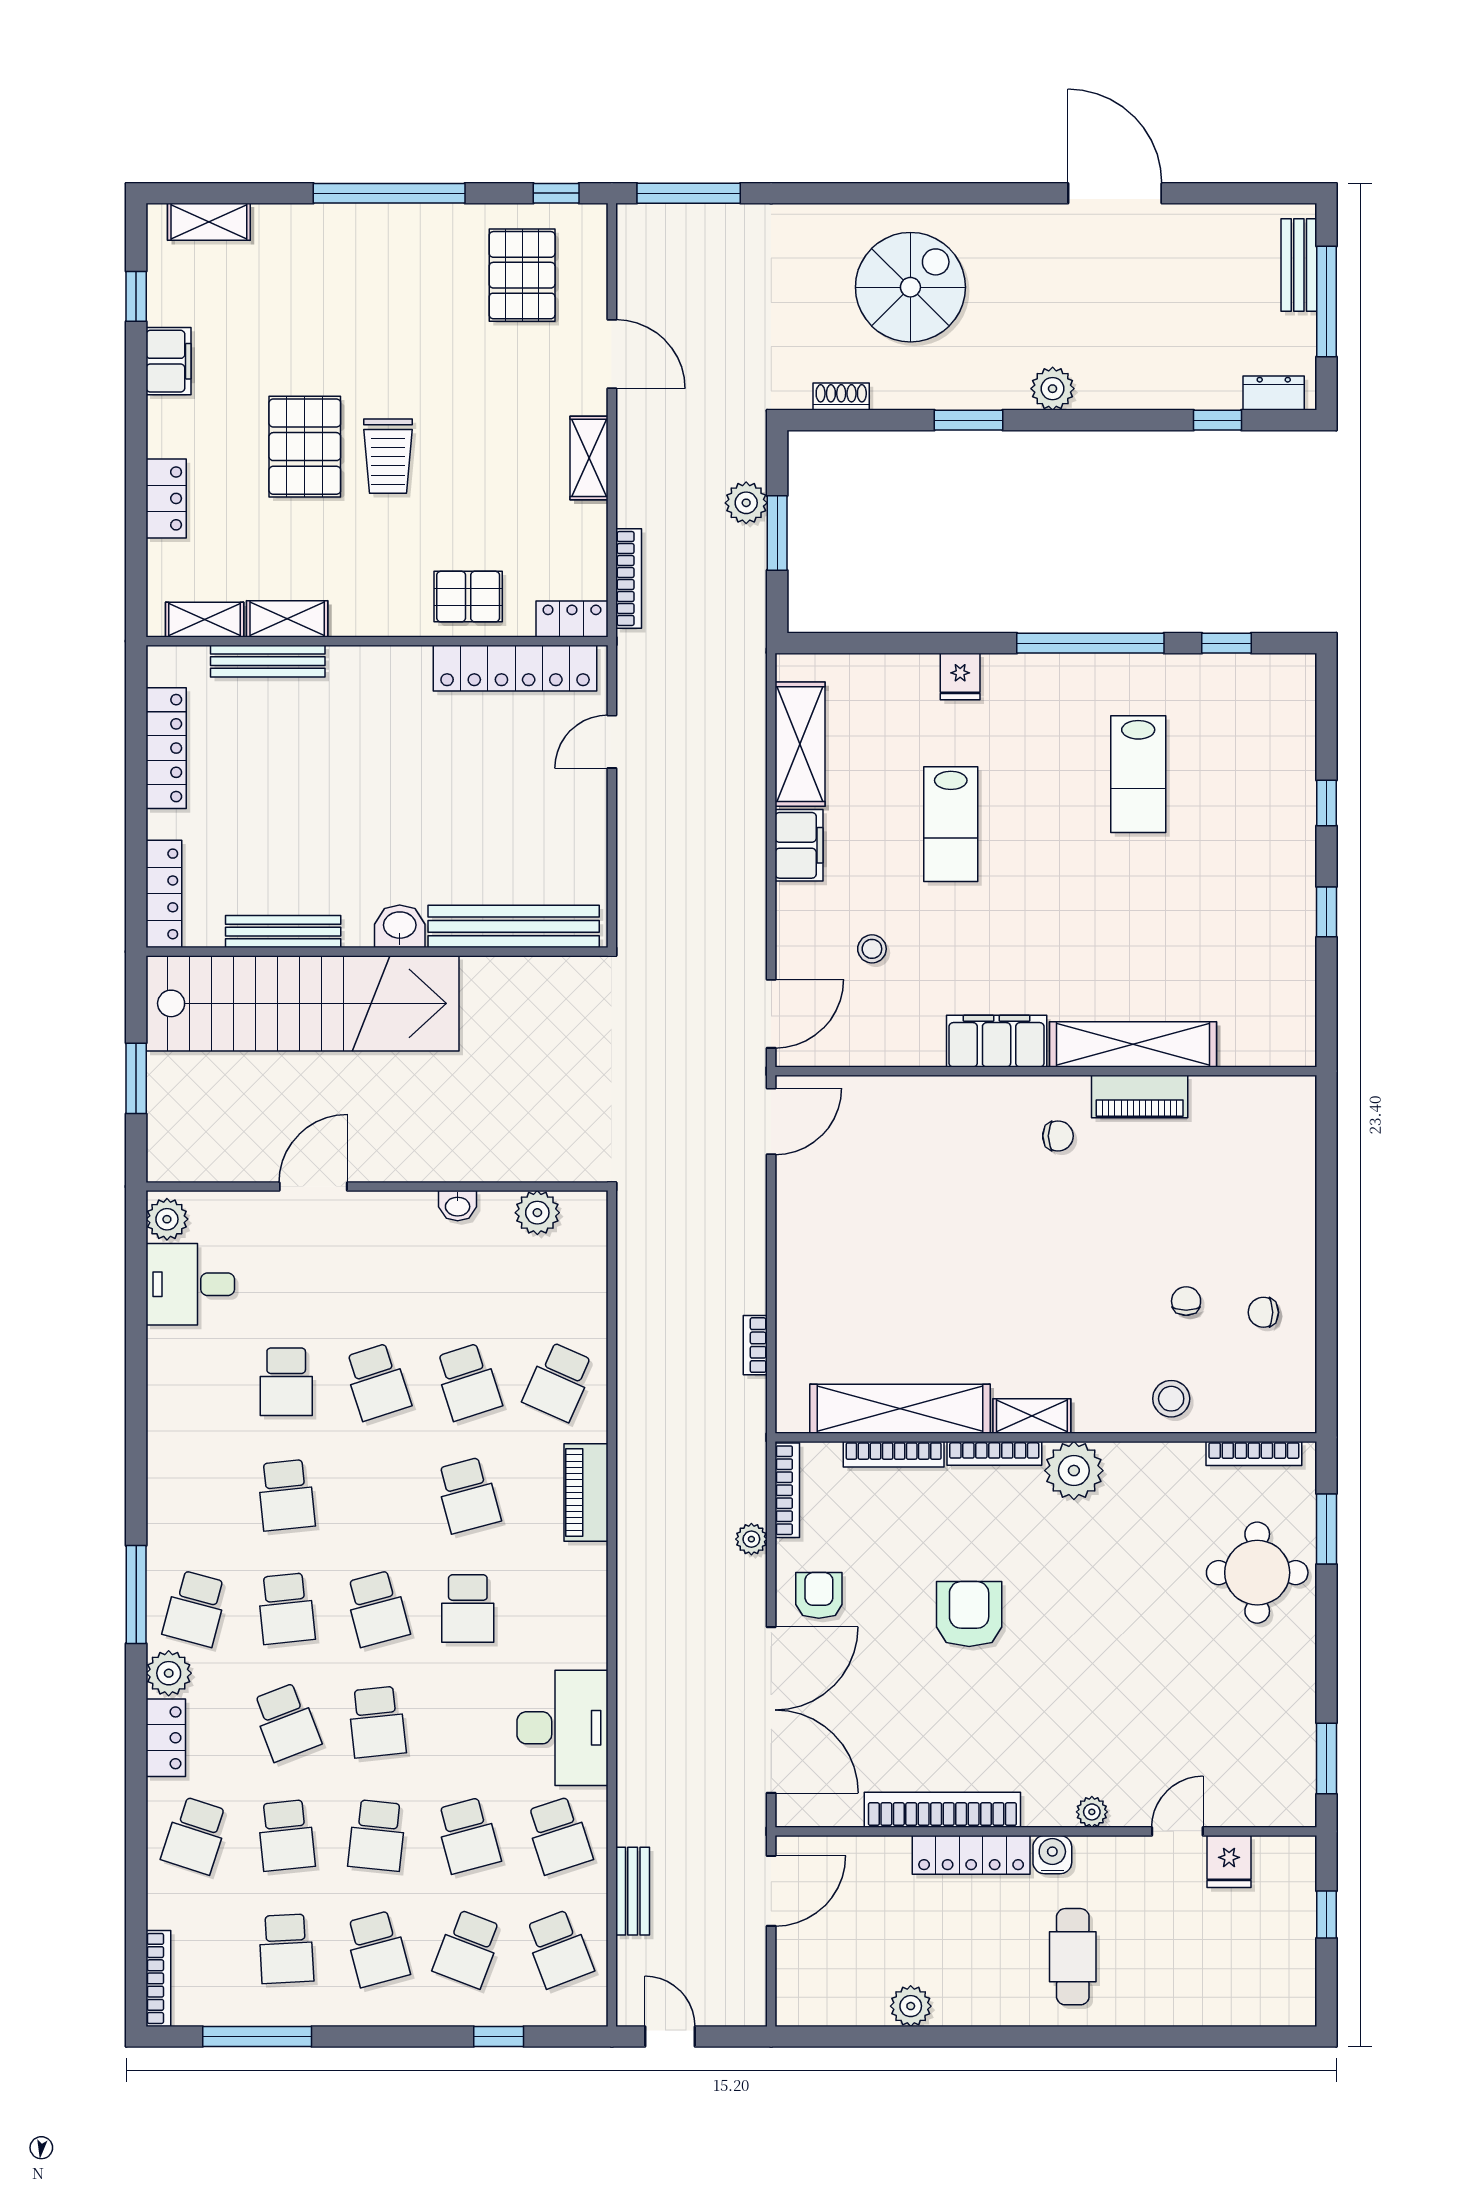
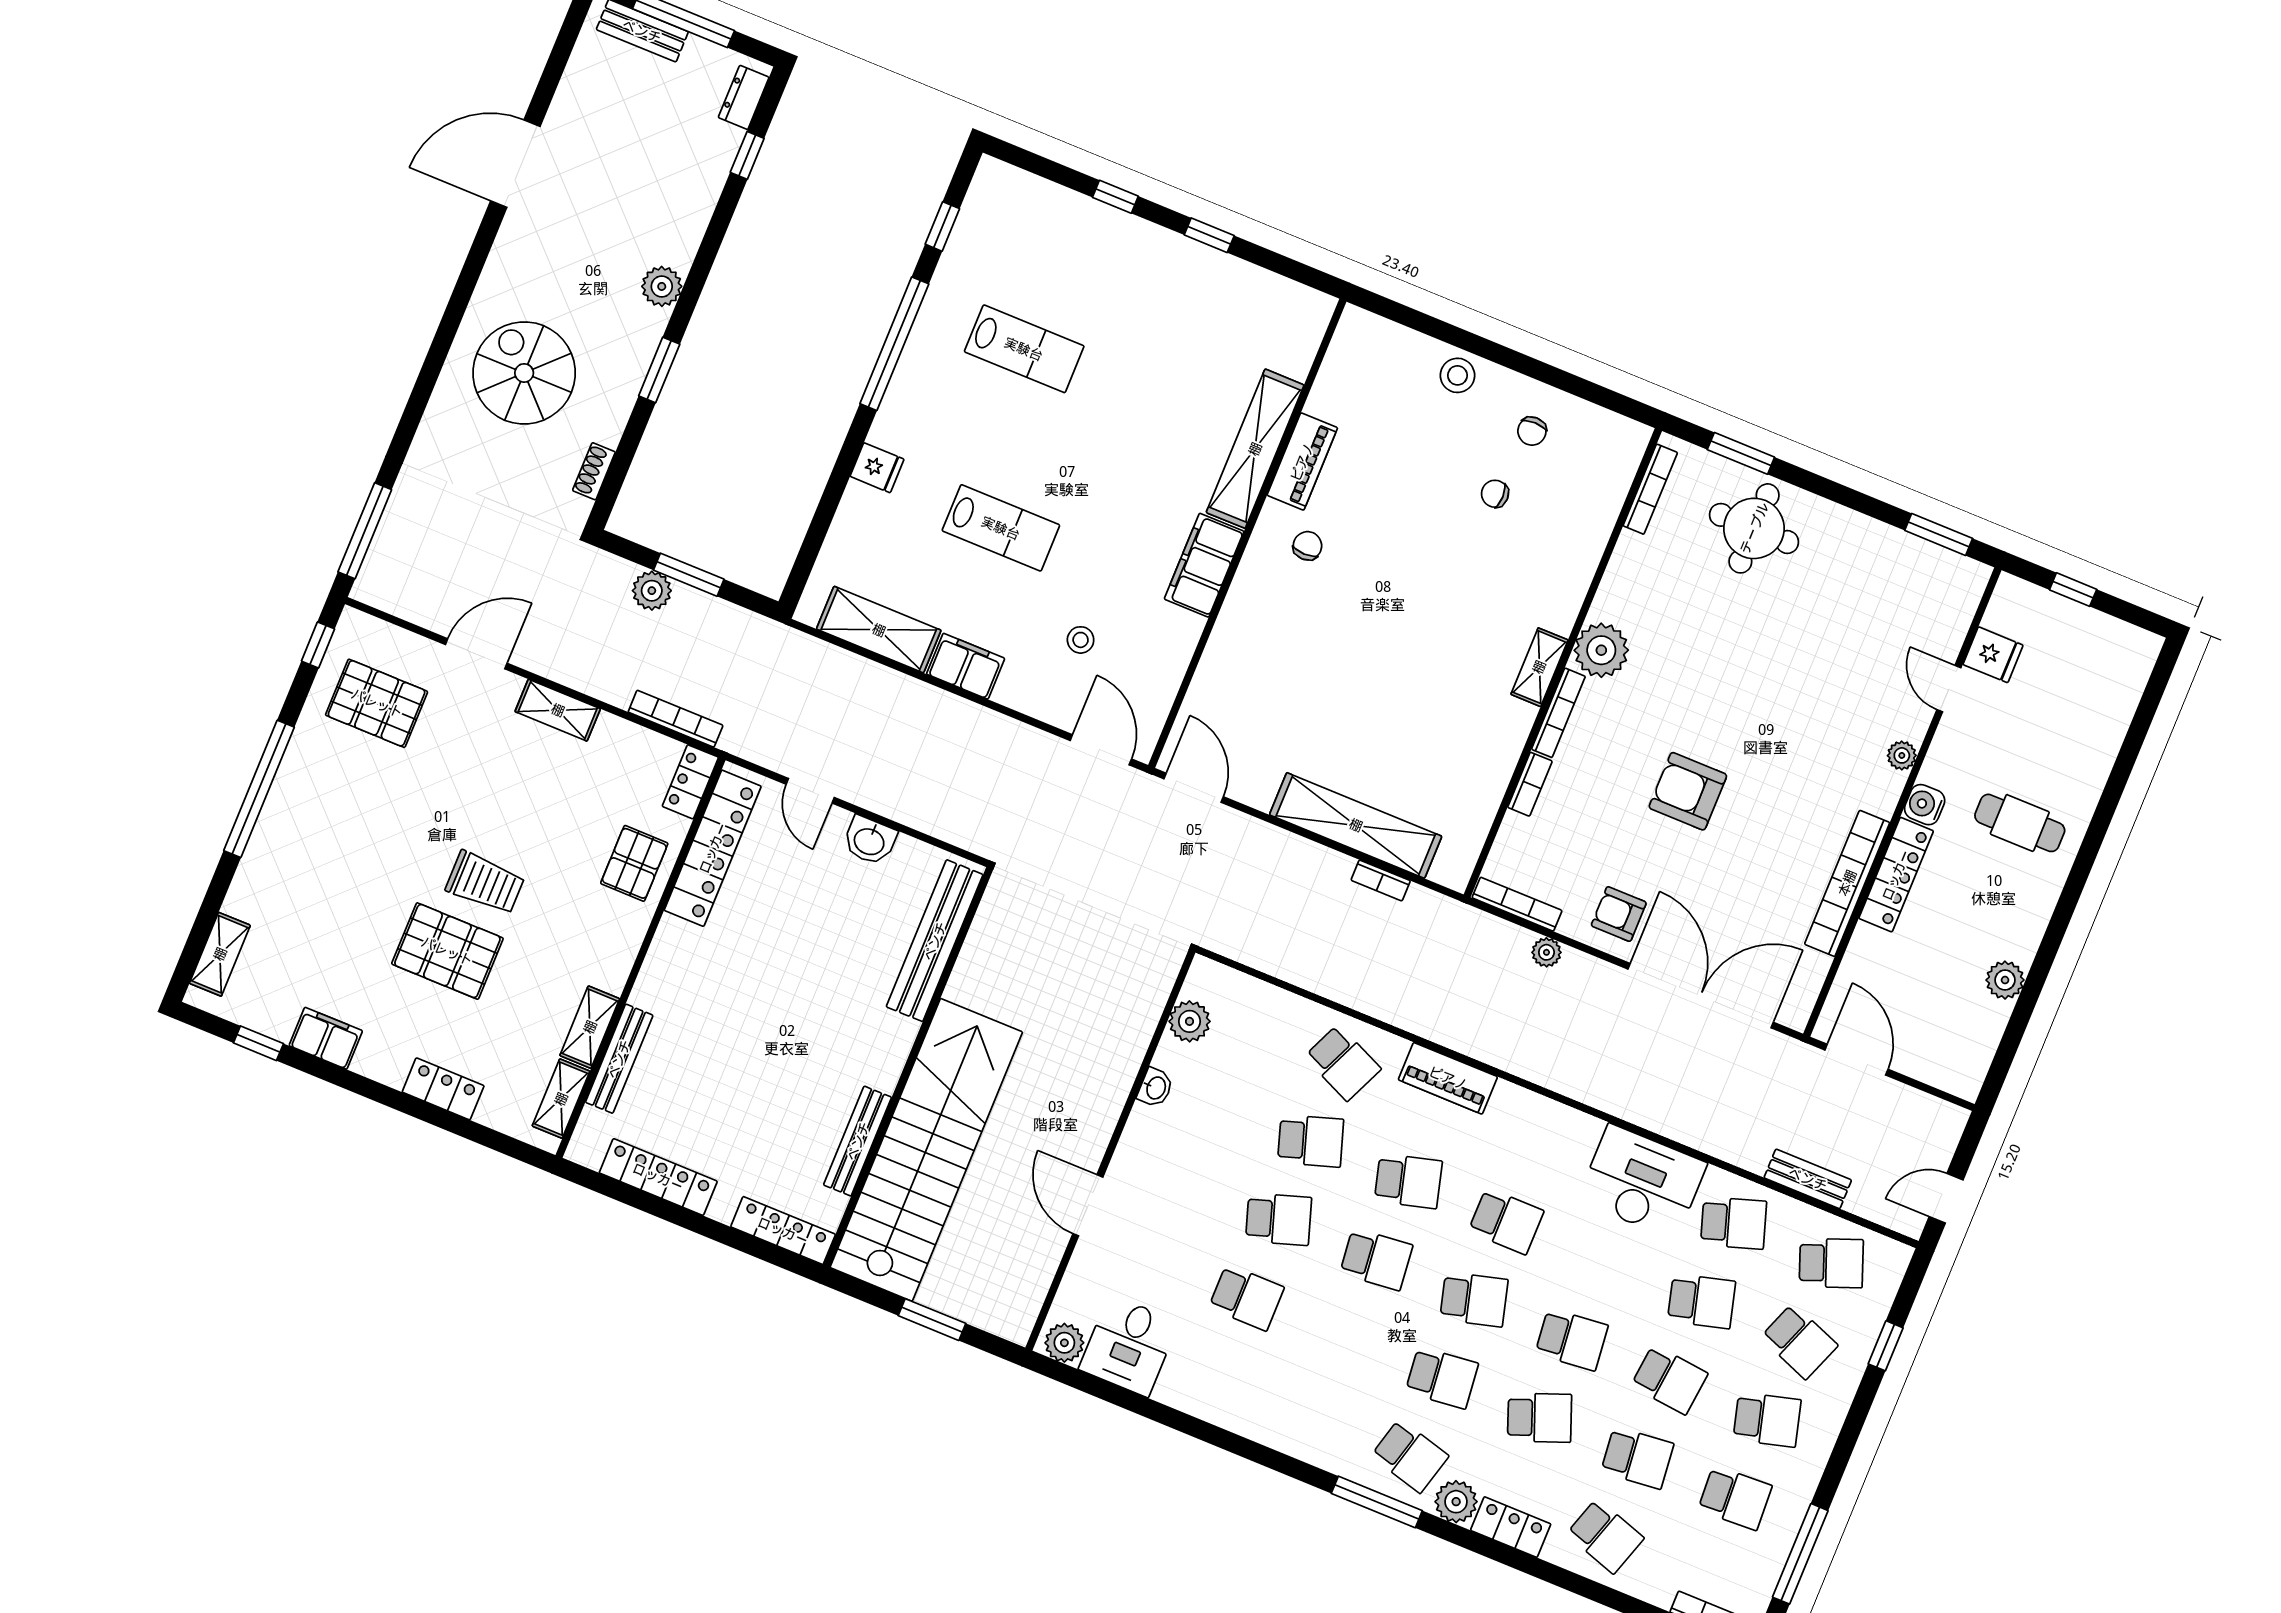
washbasin: (400, 926) -> (870, 841), moved, turned -90
stool: (1171, 1399) -> (1457, 375), moved
shelving: (900, 1409) -> (1356, 825), moved, turned 90
bookcase: (894, 1454) -> (1530, 784), width x0.64
school desk: (286, 1495) -> (1376, 1259), moved

